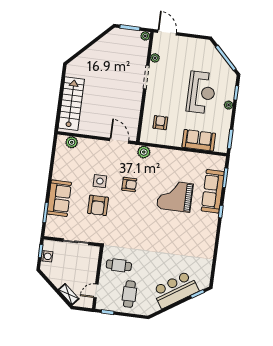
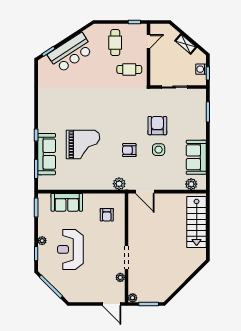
sofa: (59, 198) -> (196, 157), moved
shelving: (69, 294) -> (186, 44), moved

